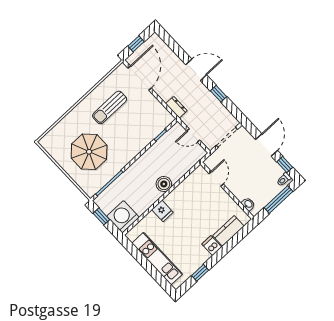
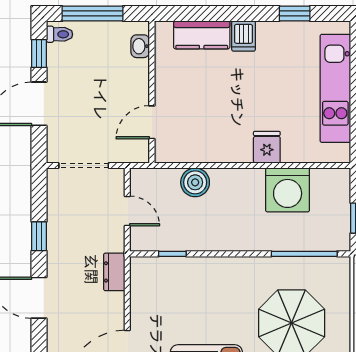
boiler: (164, 184) -> (195, 182), moved
washing machine: (123, 217) -> (288, 190), moved

